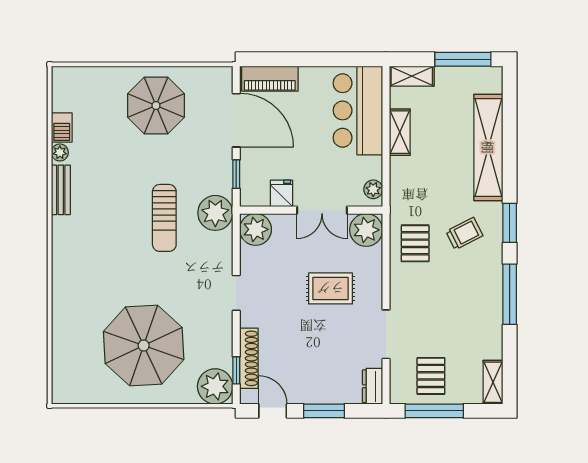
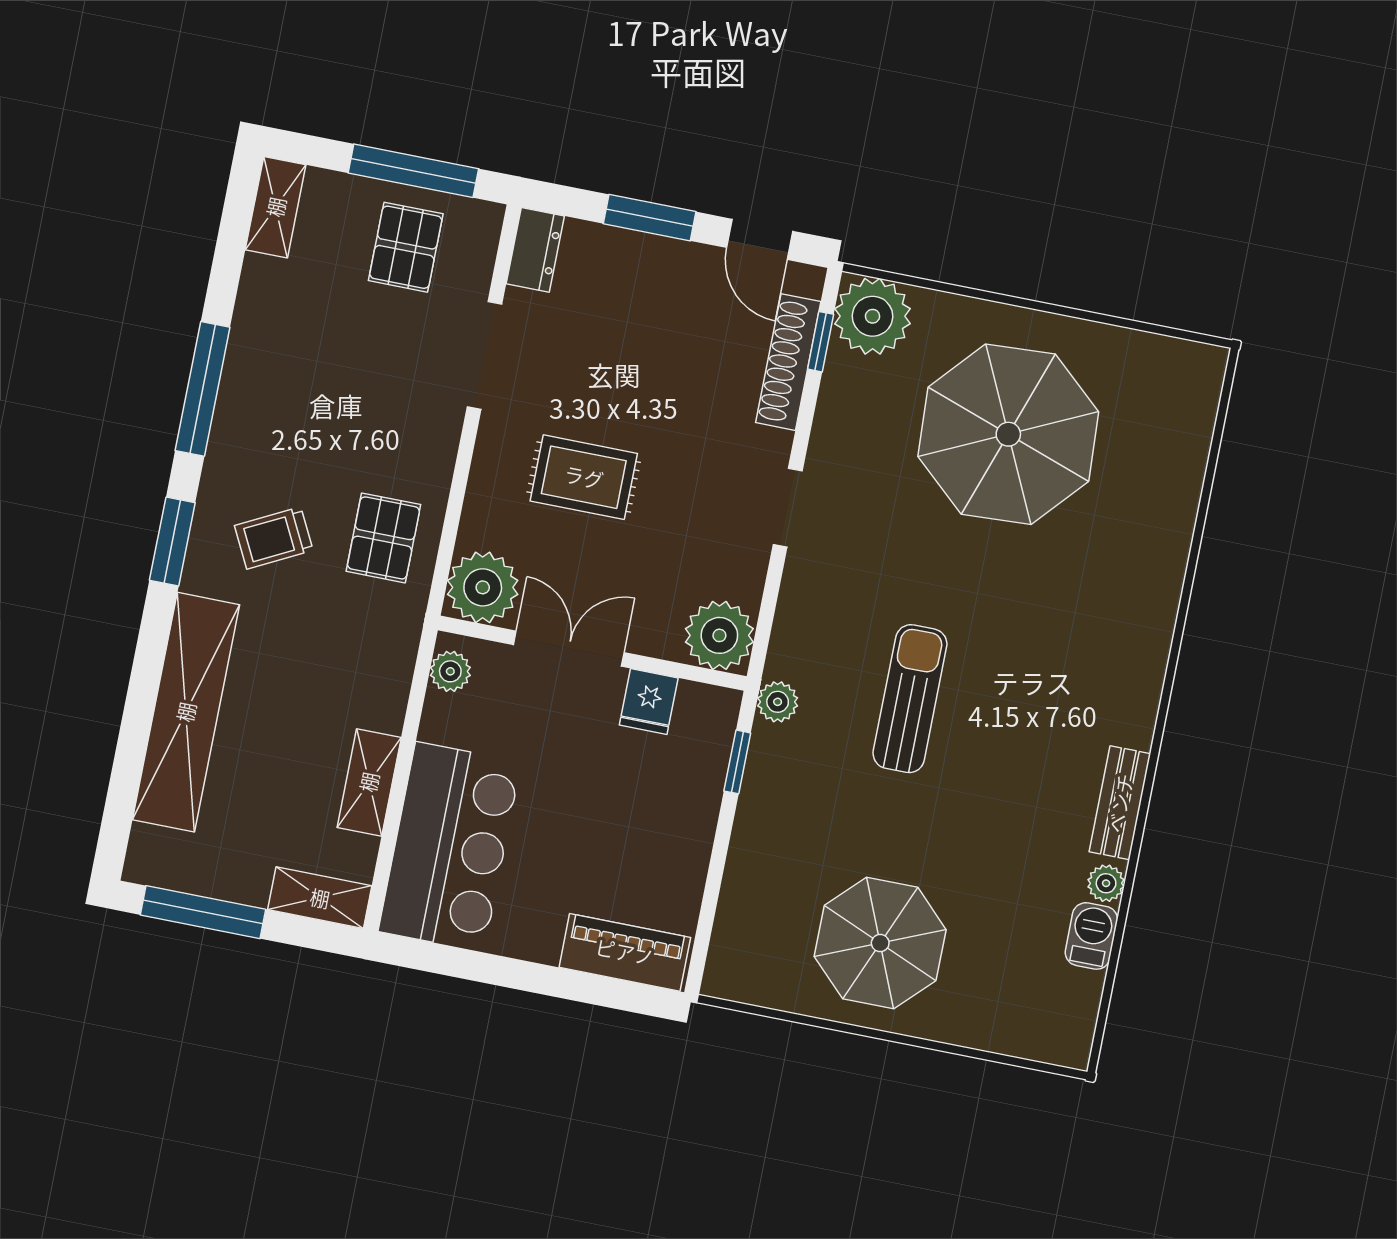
door: (236, 120) -> (714, 878), removed
plant: (215, 213) -> (778, 702), width x0.53, depth x0.53

